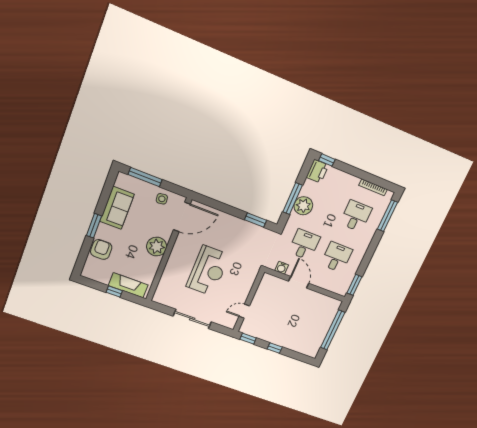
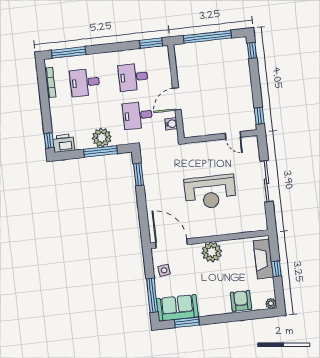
sofa: (117, 208) -> (177, 308), moved
window: (94, 226) -> (187, 322), moved
armchair: (101, 249) -> (241, 301), turned 90
reception desk: (208, 271) -> (210, 192), turned 180
plant: (86, 273) -> (271, 304), added
window: (275, 348) -> (252, 51), moved

